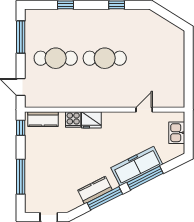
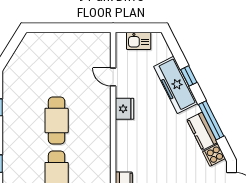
cooker: (73, 119) -> (214, 155), moved, turned 153
fridge: (91, 120) -> (125, 109), moved
window: (145, 178) -> (189, 76), width x0.46

